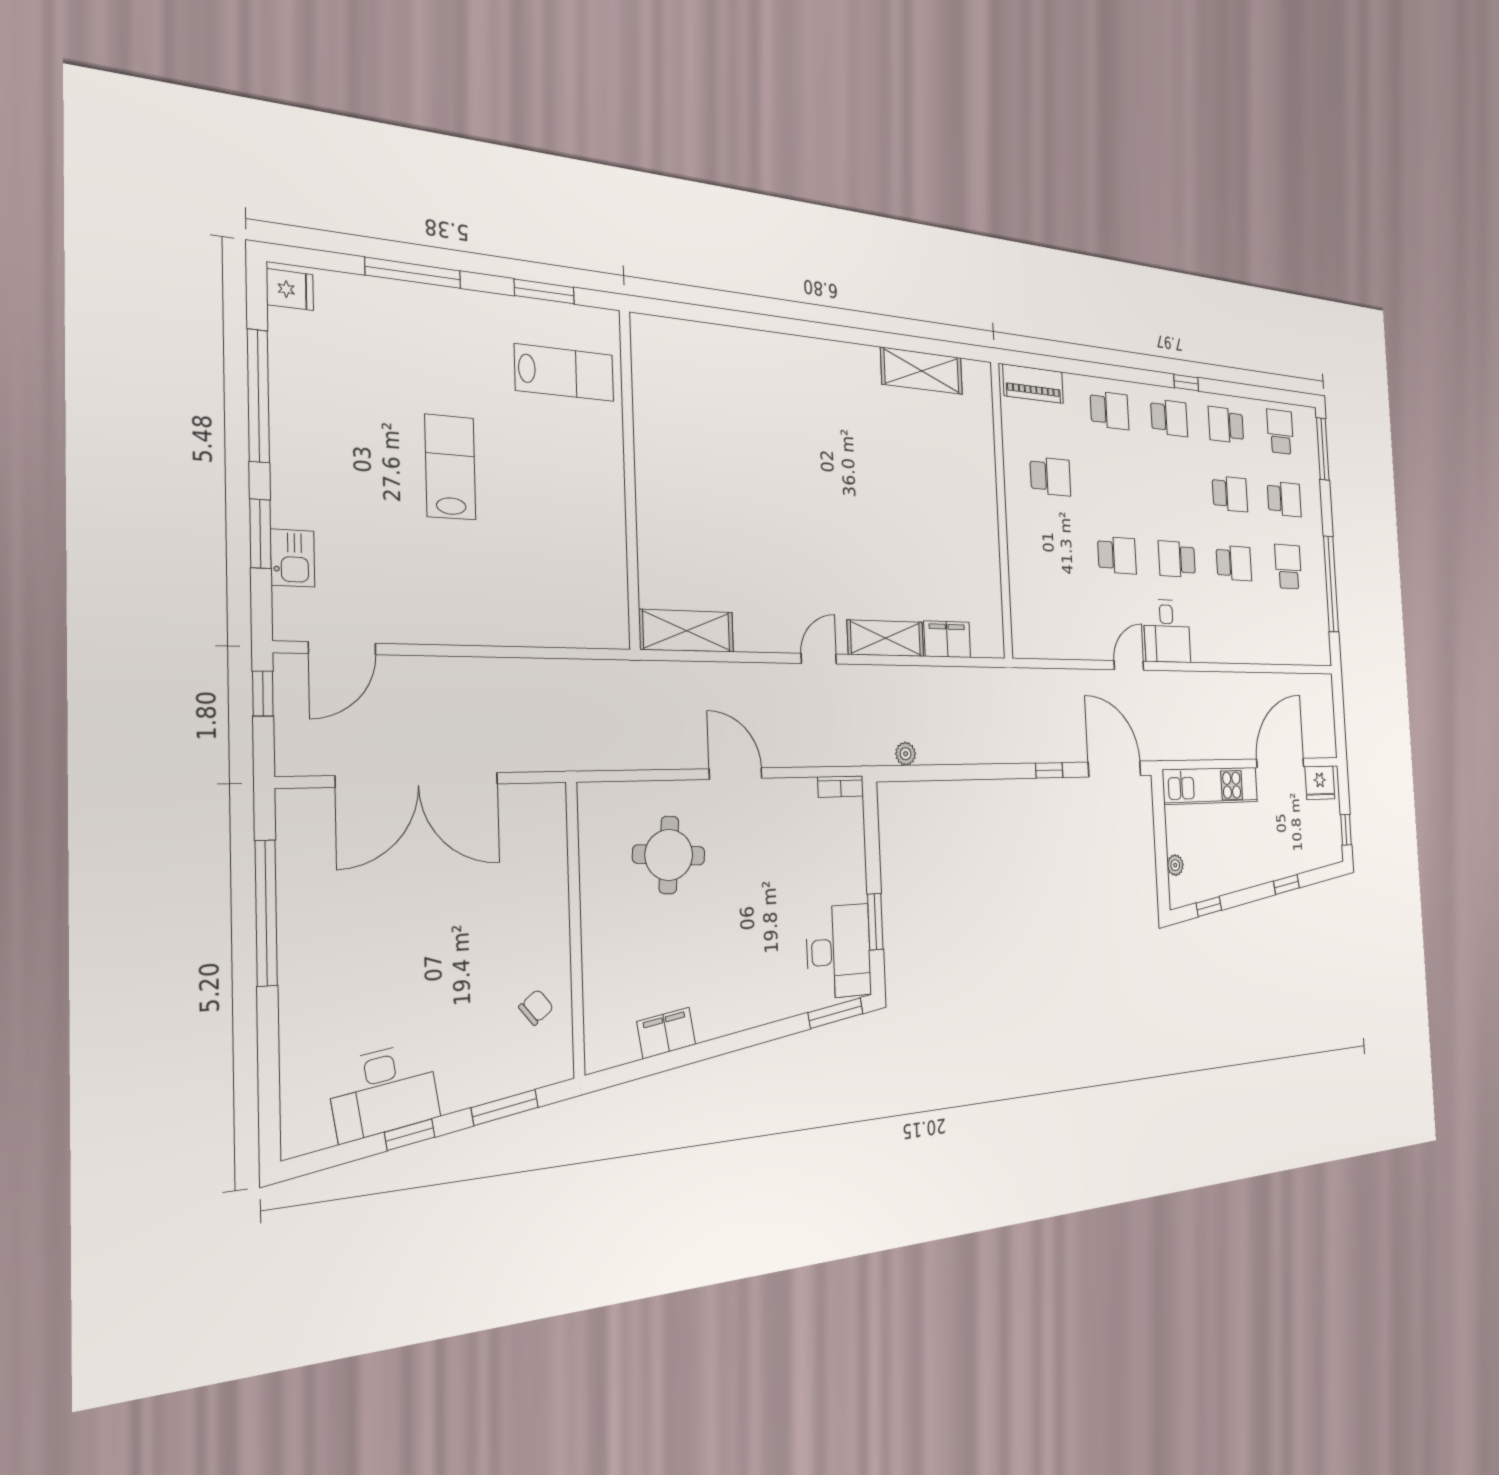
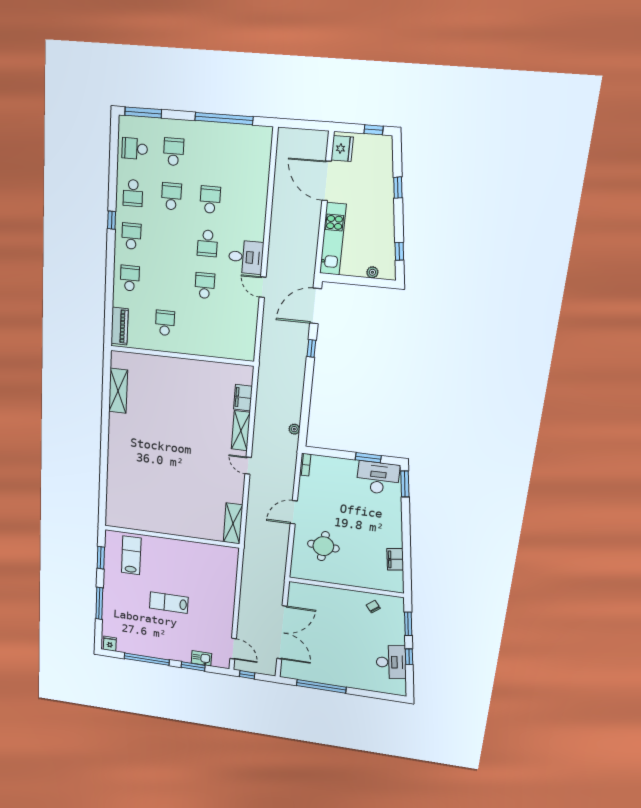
school desk: (1288, 567) -> (213, 155), removed

